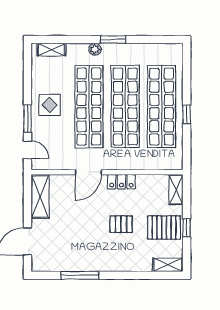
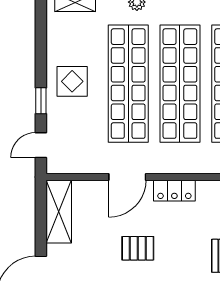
window: (28, 119) -> (41, 101), width x0.67
door: (28, 150) -> (41, 145), swing flipped
pallet: (121, 224) -> (138, 248), moved

